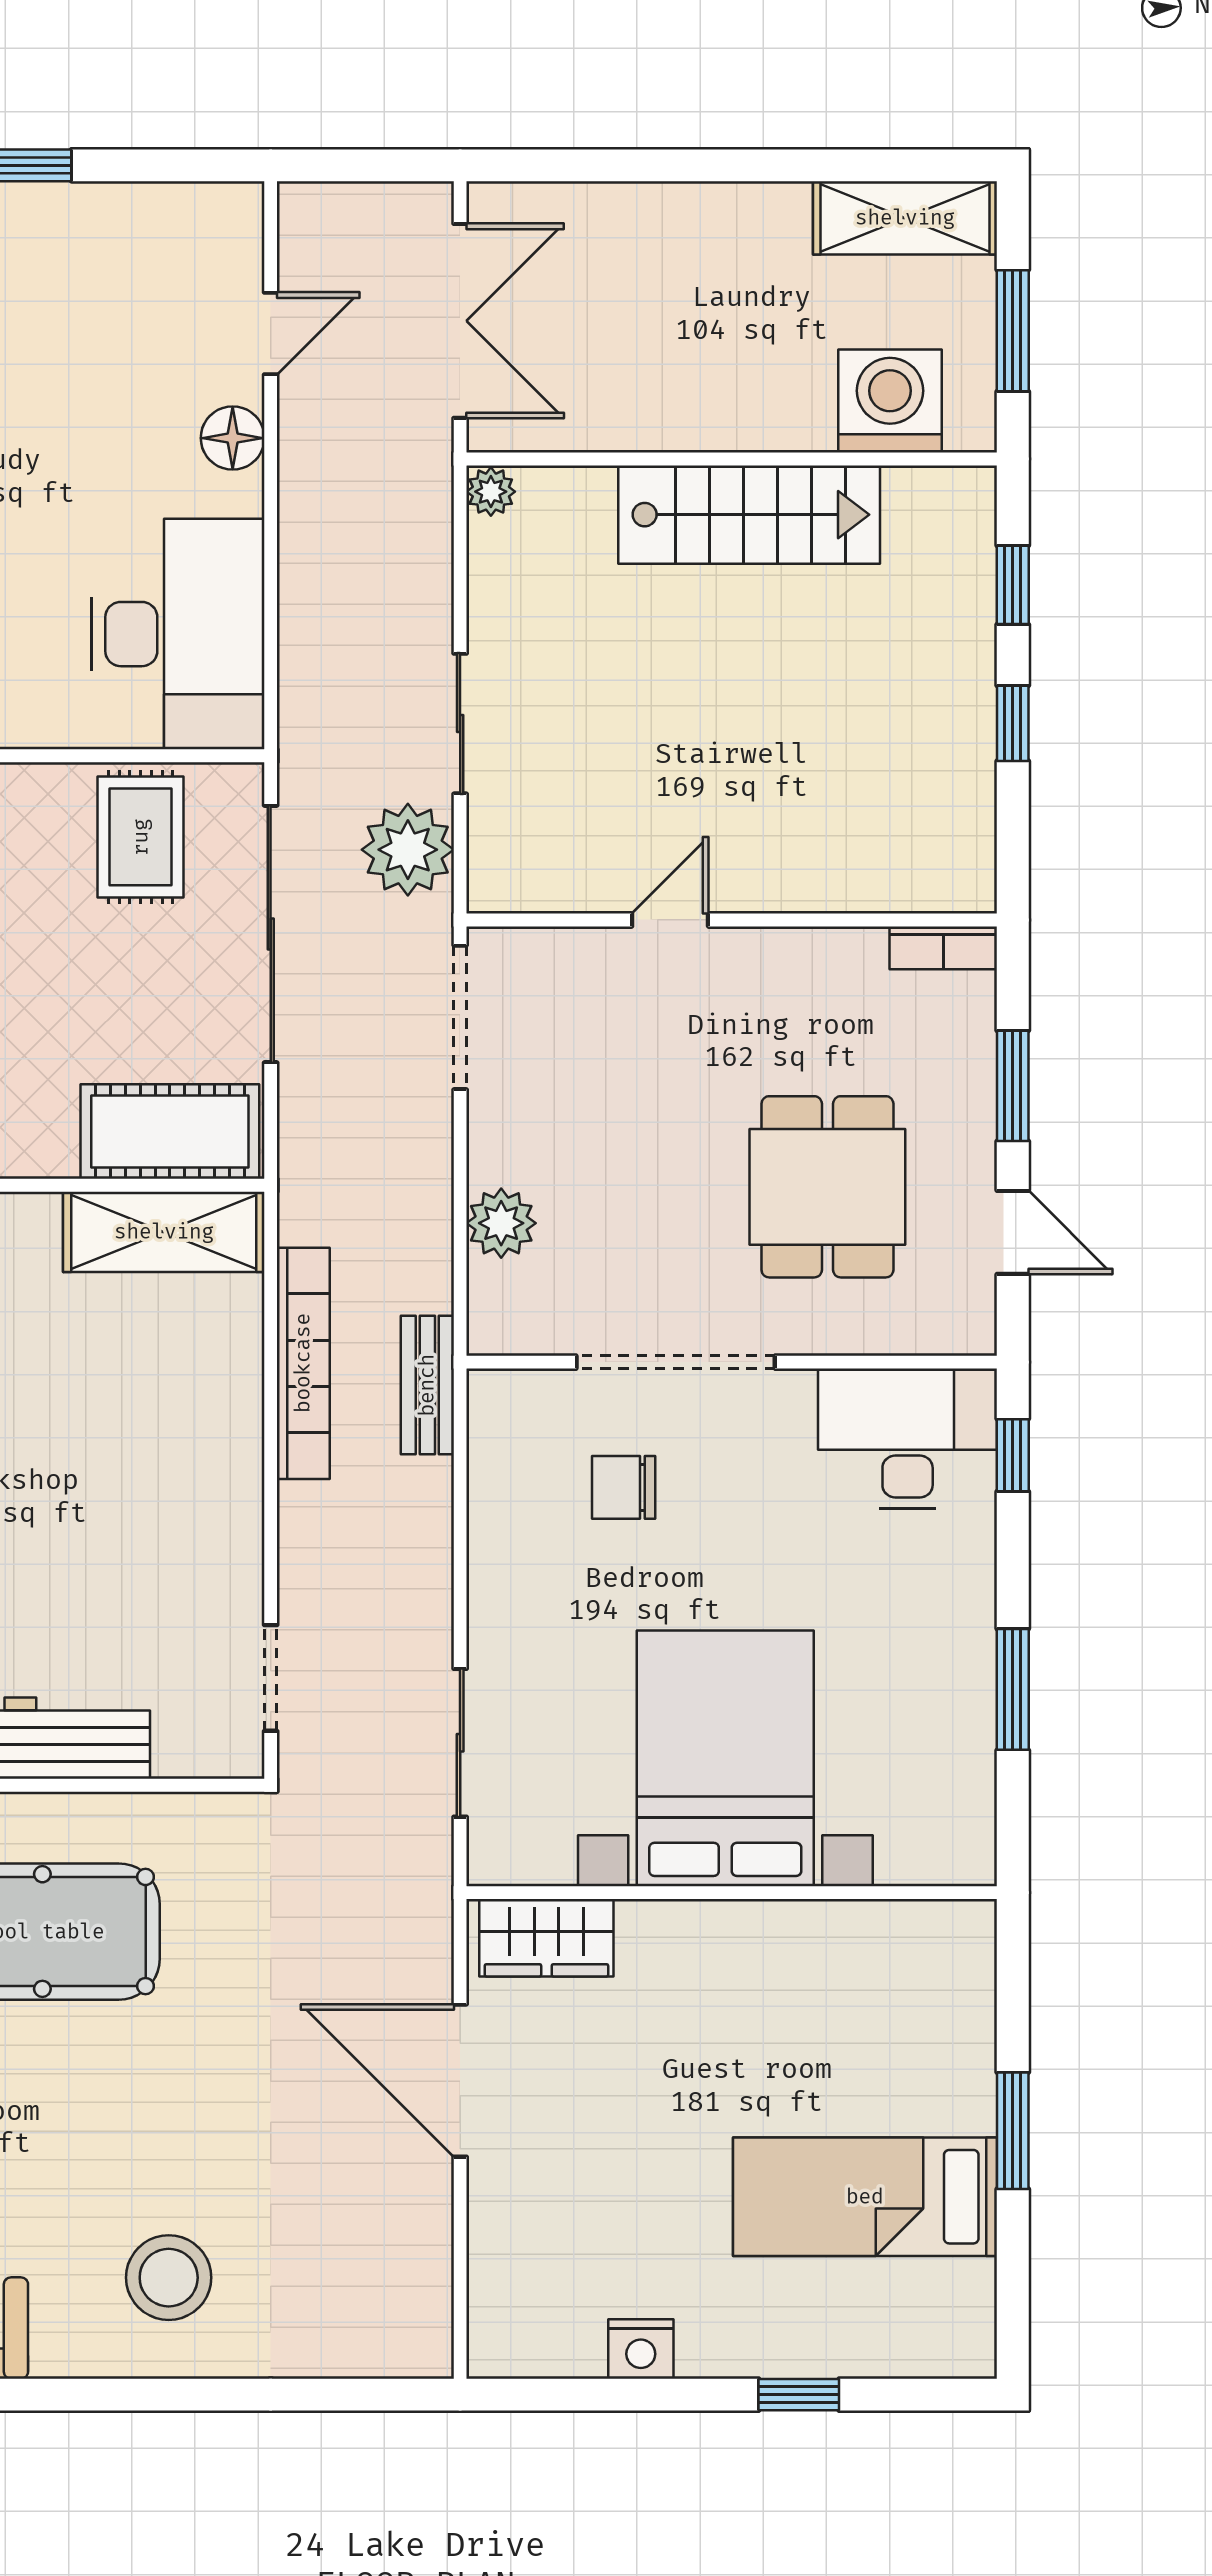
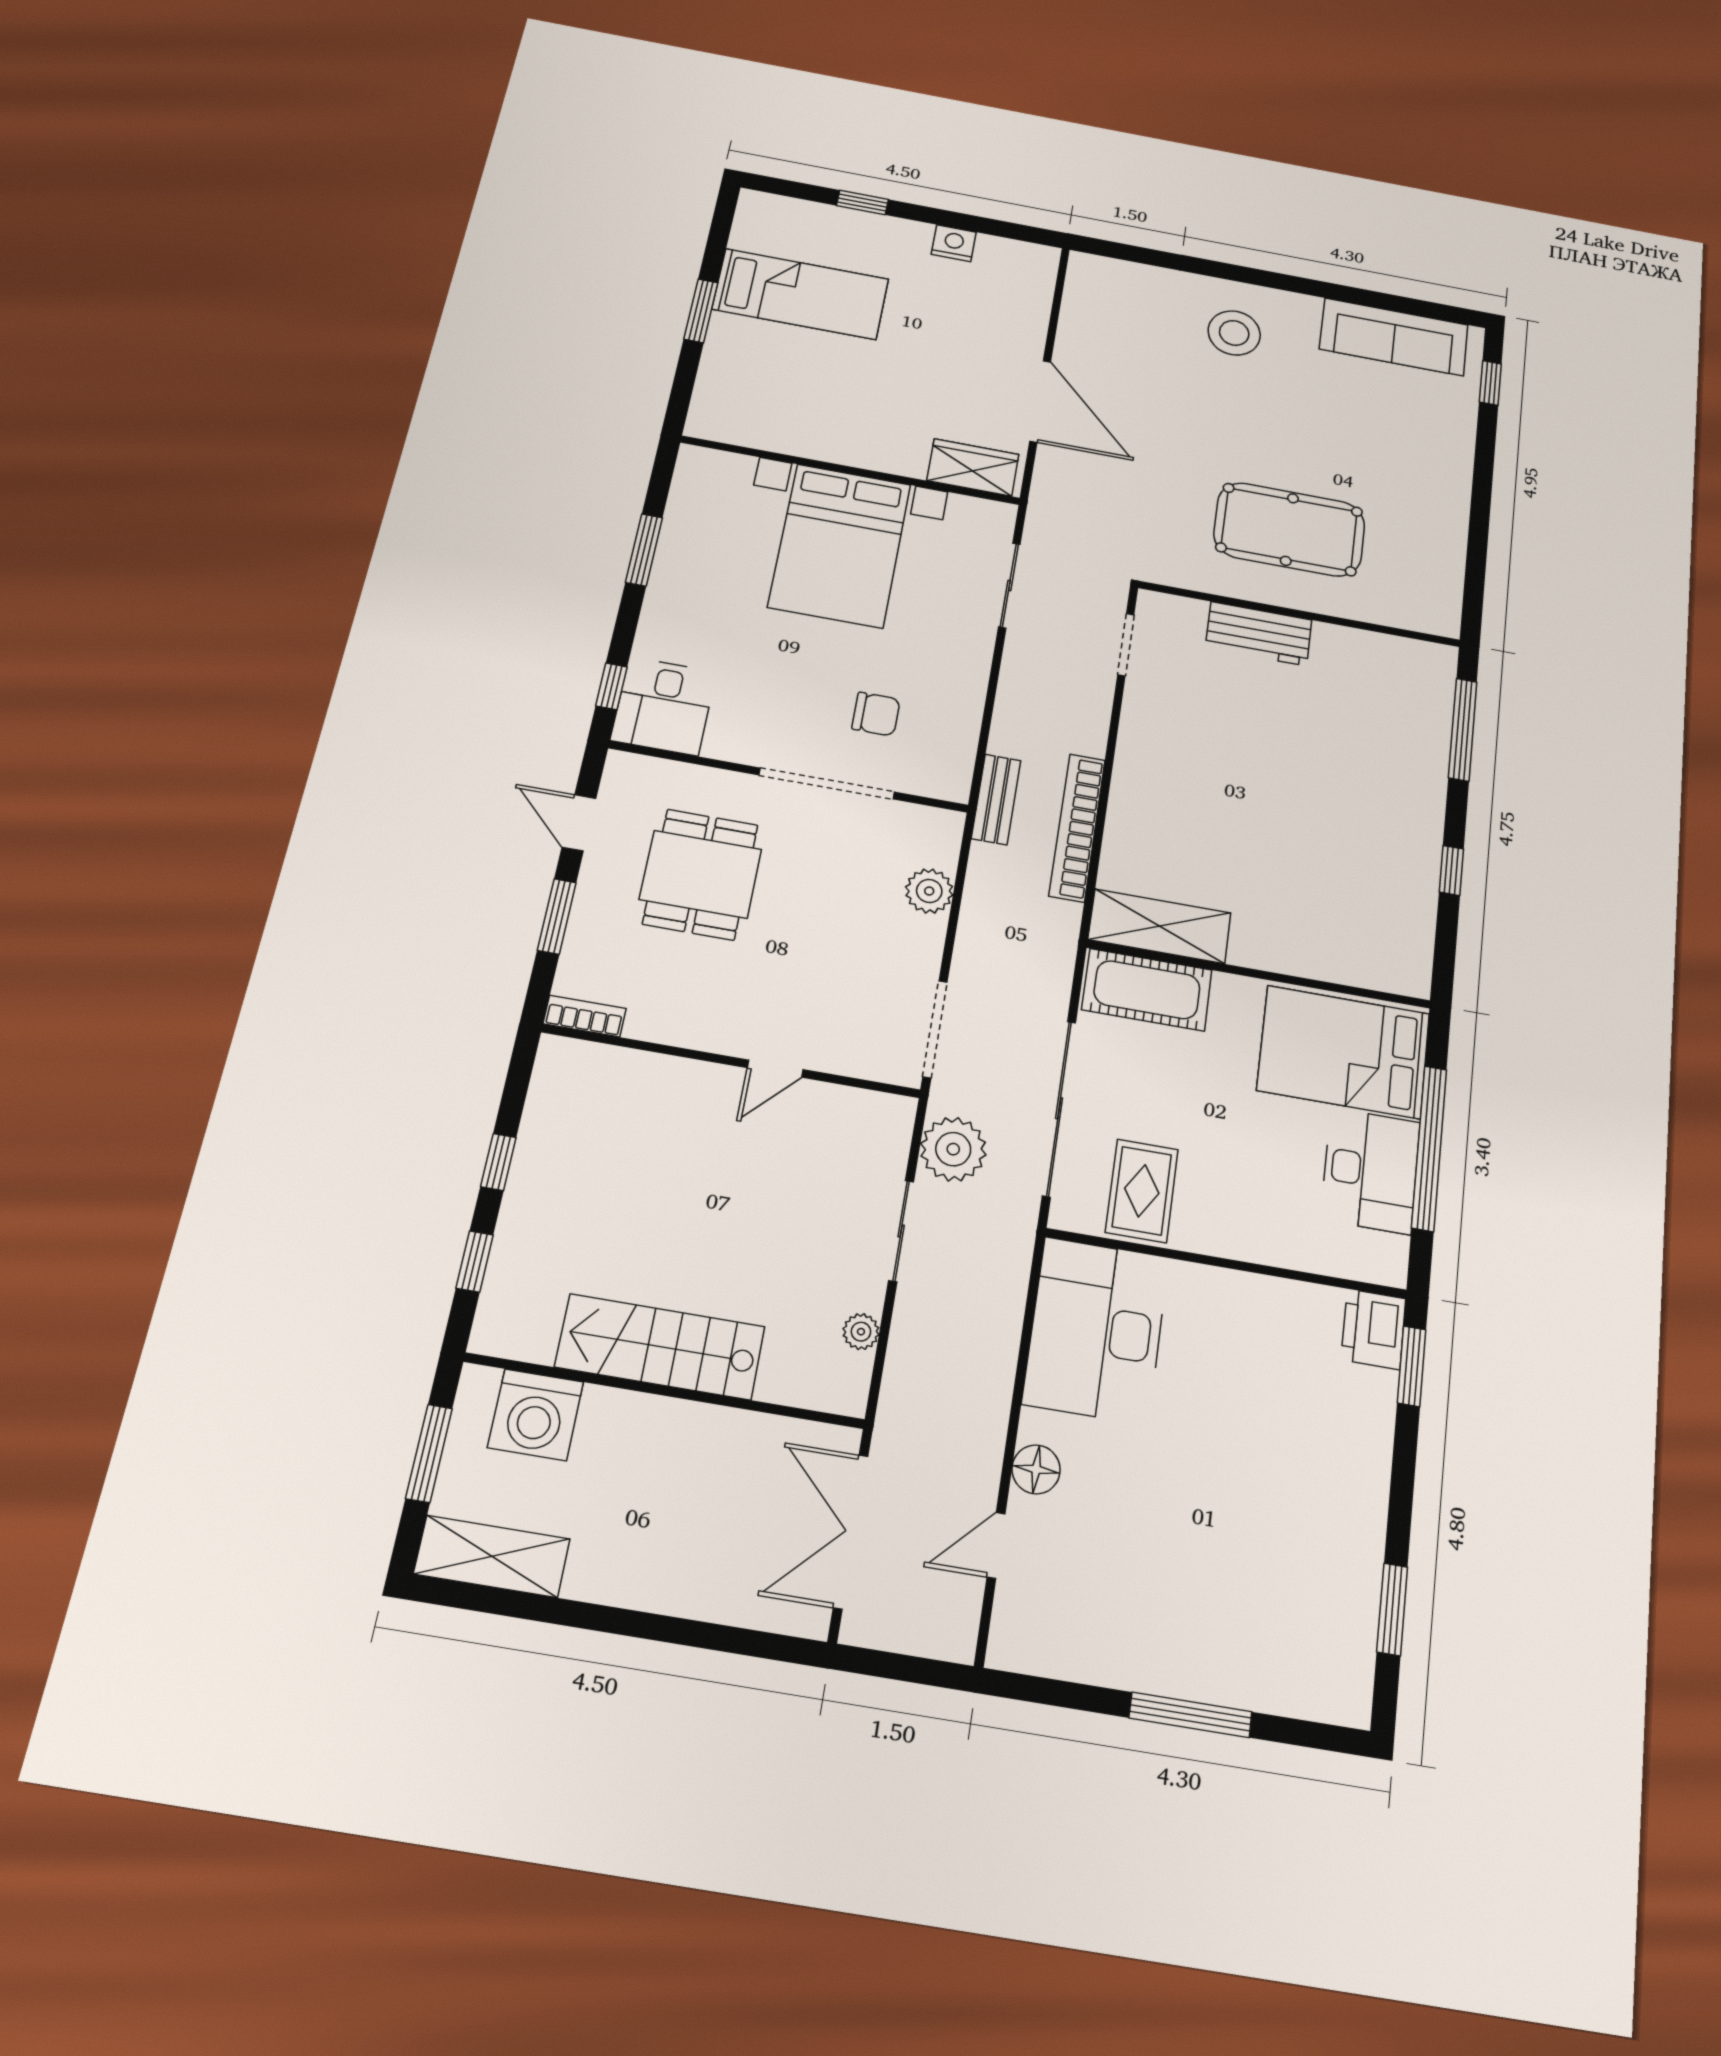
plant: (491, 492) -> (861, 1332), moved
desk: (908, 1439) -> (664, 706), width x0.73

